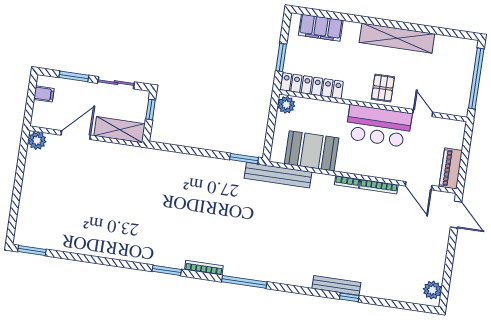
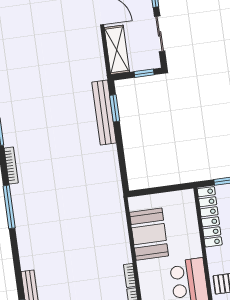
plant: (286, 105) -> (185, 198), removed
window: (244, 159) -> (115, 108), moved
bench: (278, 175) -> (104, 113), moved

